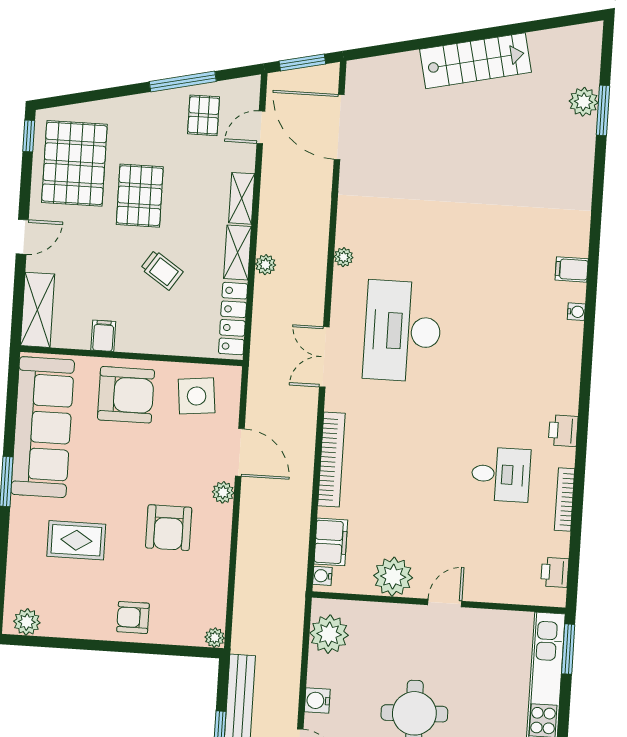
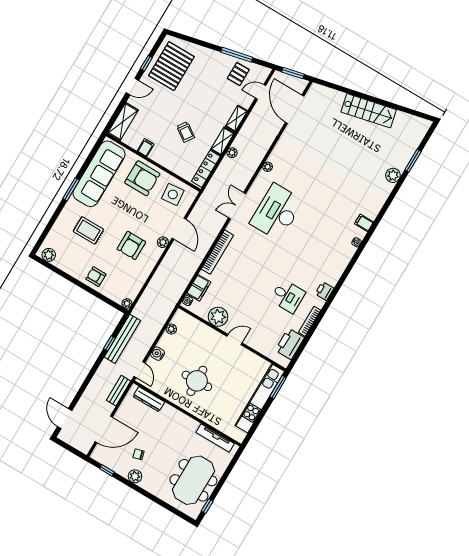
plant: (584, 102) -> (393, 175), moved
window: (29, 136) -> (146, 63), moved
pallet: (140, 196) -> (193, 95), removed
printer: (555, 572) -> (290, 344), width x1.87, depth x1.48
plant: (329, 634) -> (171, 329), width x0.53, depth x0.53

